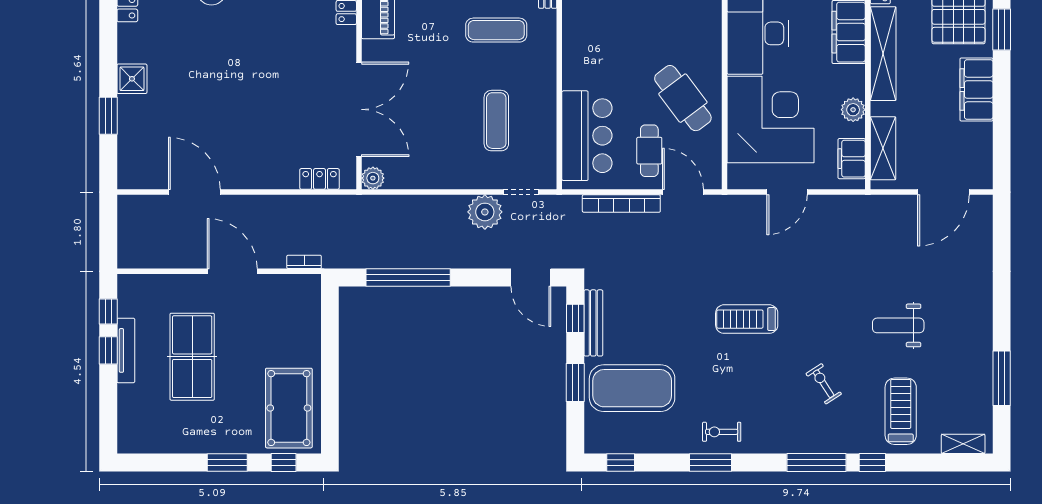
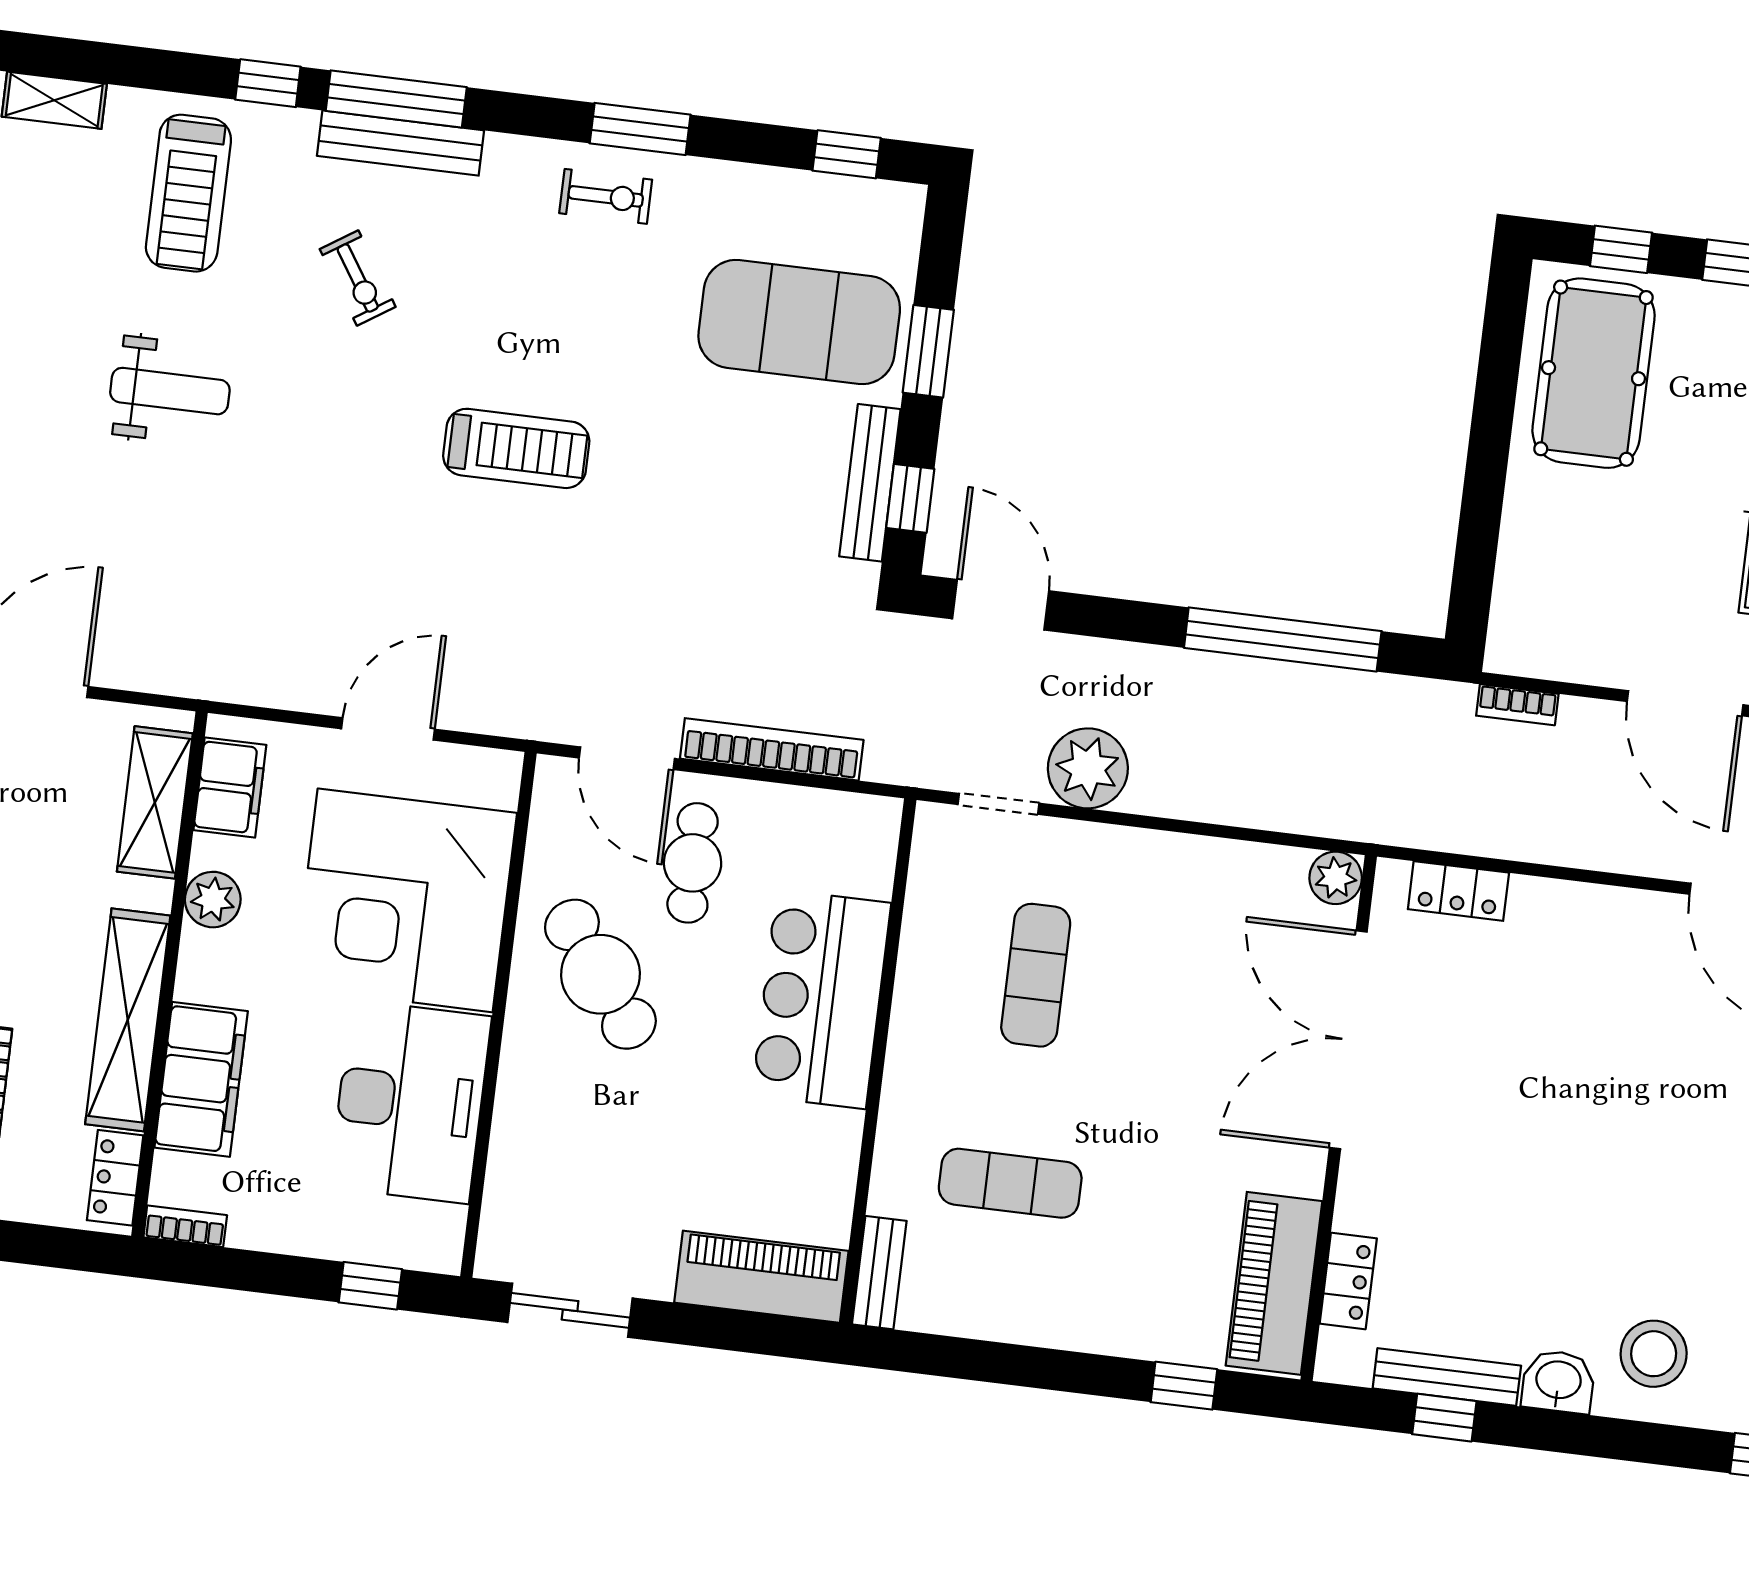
bar counter: (587, 136) -> (821, 999), moved
bench: (812, 444) -> (401, 143), added

